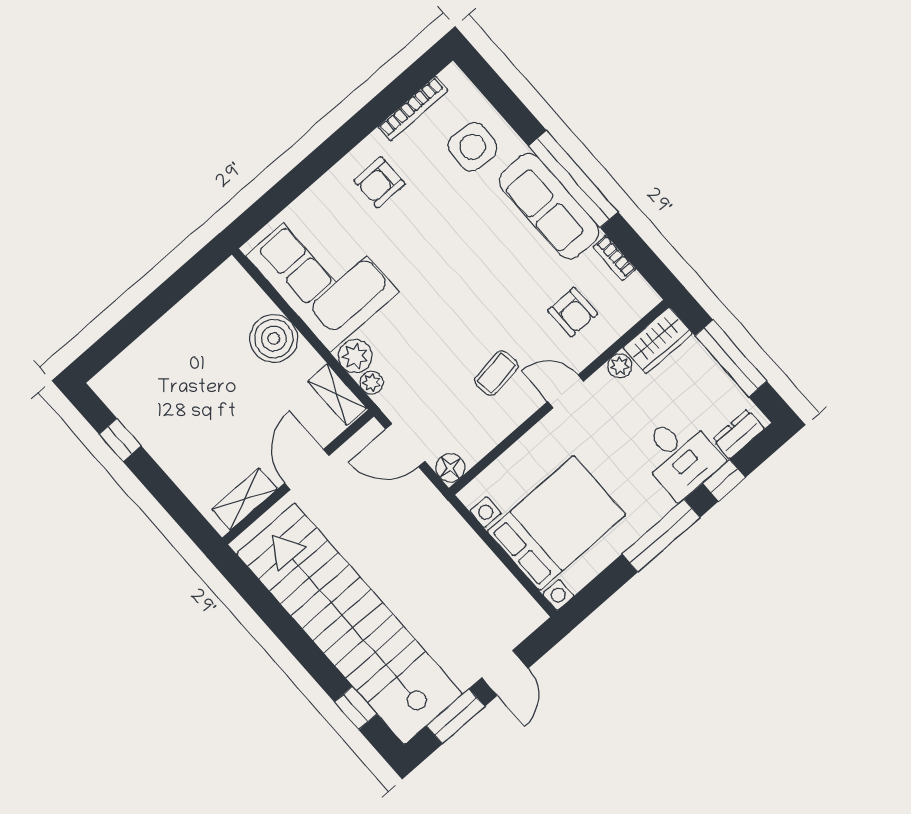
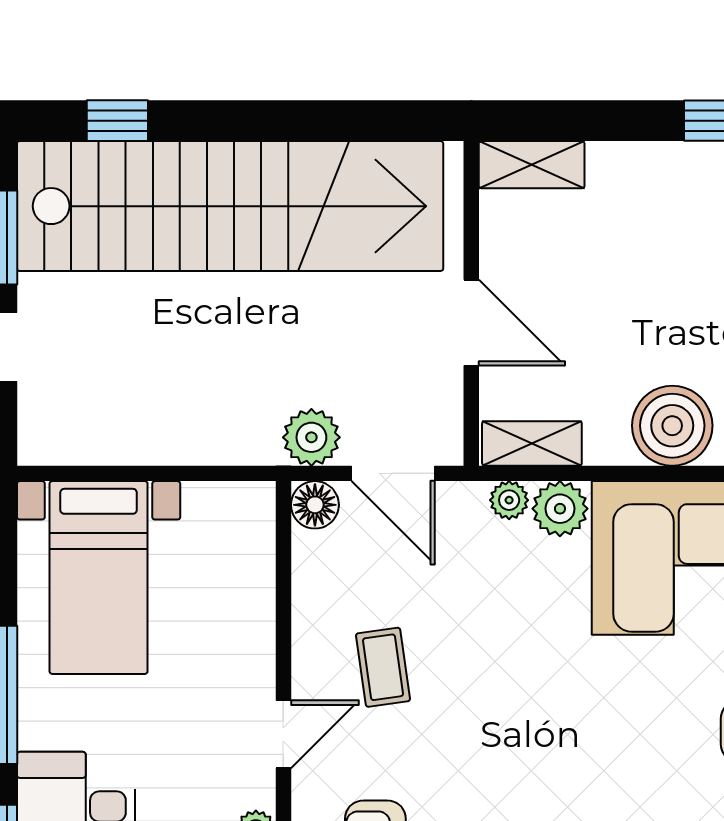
door: (405, 445) -> (393, 473), swing flipped
plant: (421, 496) -> (311, 437), added
shelving: (245, 499) -> (532, 165), moved, turned 90
bed with nightstands: (557, 523) -> (99, 578), width x0.73

